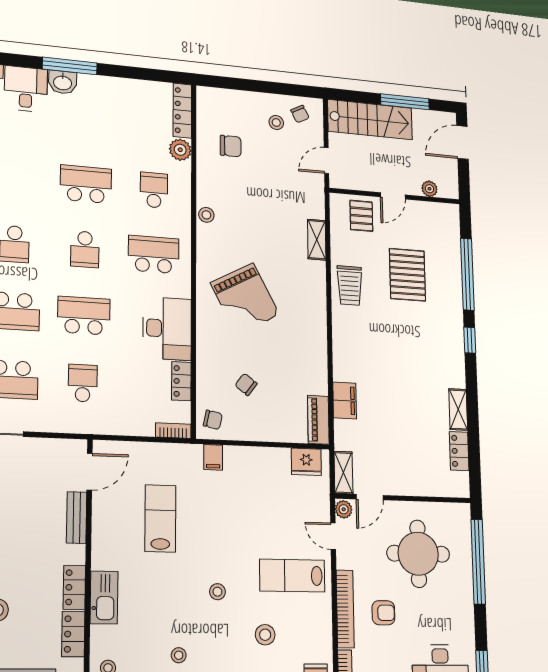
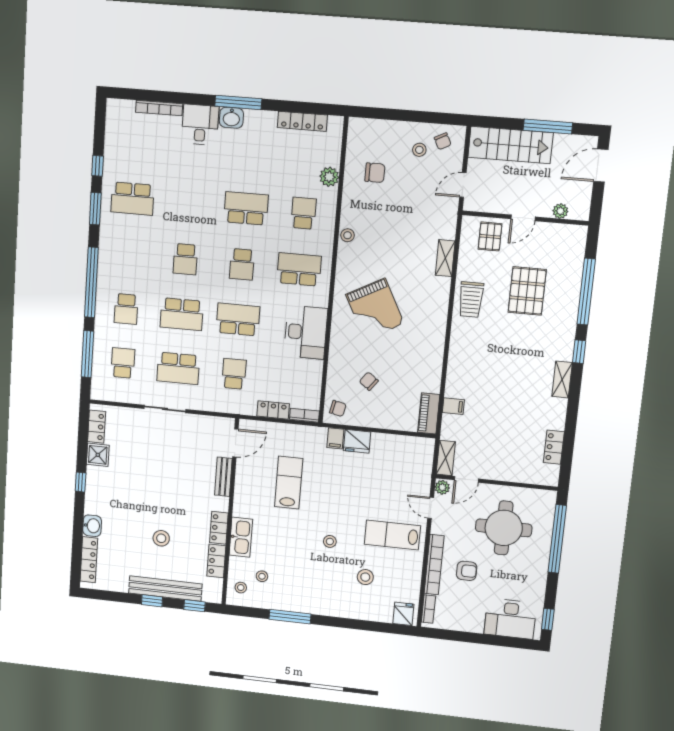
locker: (182, 111) -> (302, 121), moved, turned -90
locker: (181, 381) -> (273, 410), moved, turned 90
filing cabinet: (345, 400) -> (453, 406), width x0.50
shelving: (458, 409) -> (562, 379), moved
fridge: (306, 462) -> (357, 441), moved
stool: (179, 655) -> (262, 576), moved

